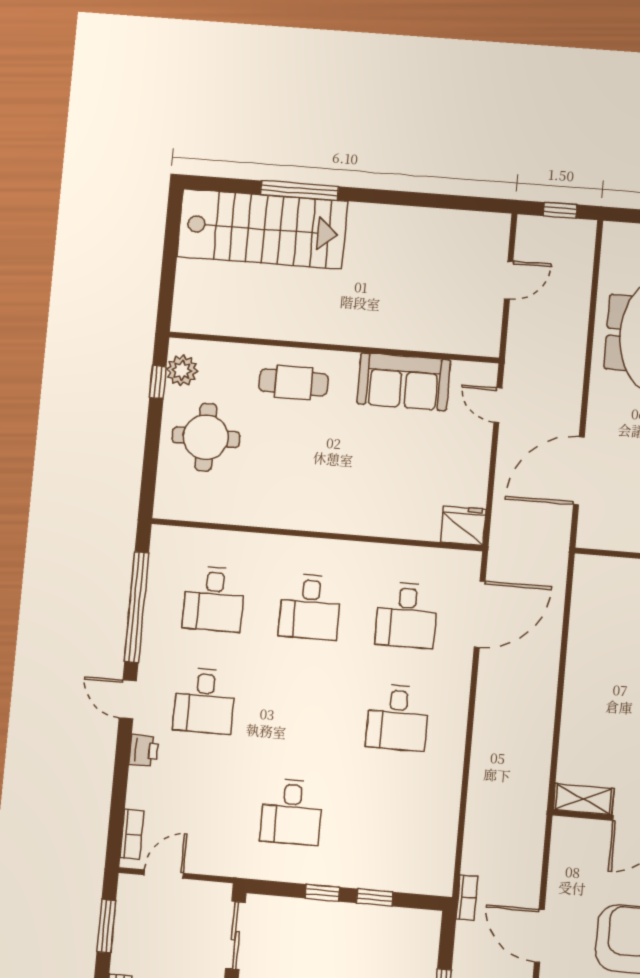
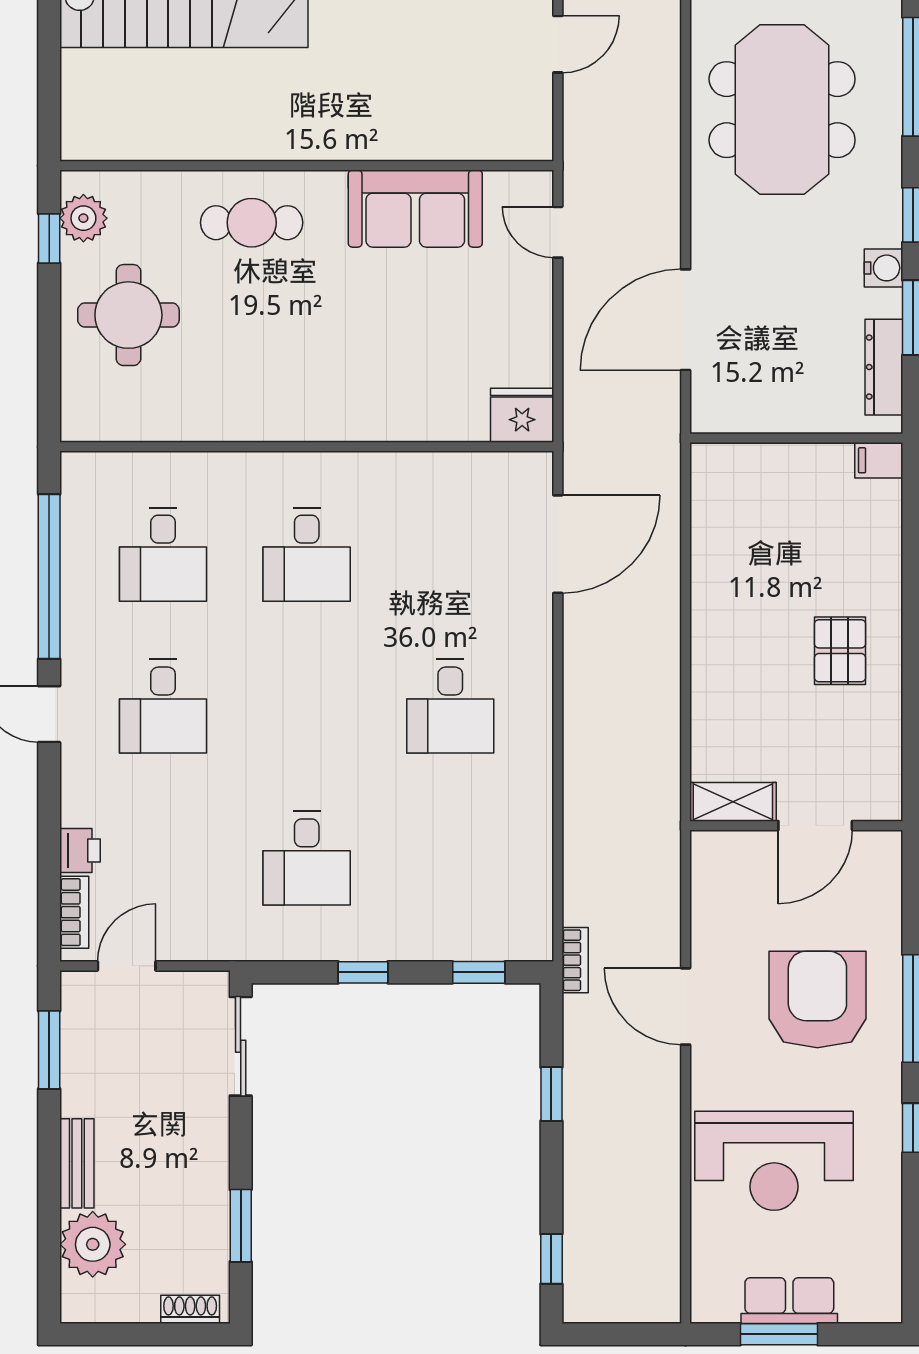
desk: (407, 615) -> (450, 554), removed
printer: (144, 751) -> (80, 850), moved
window: (375, 897) -> (479, 972), moved

